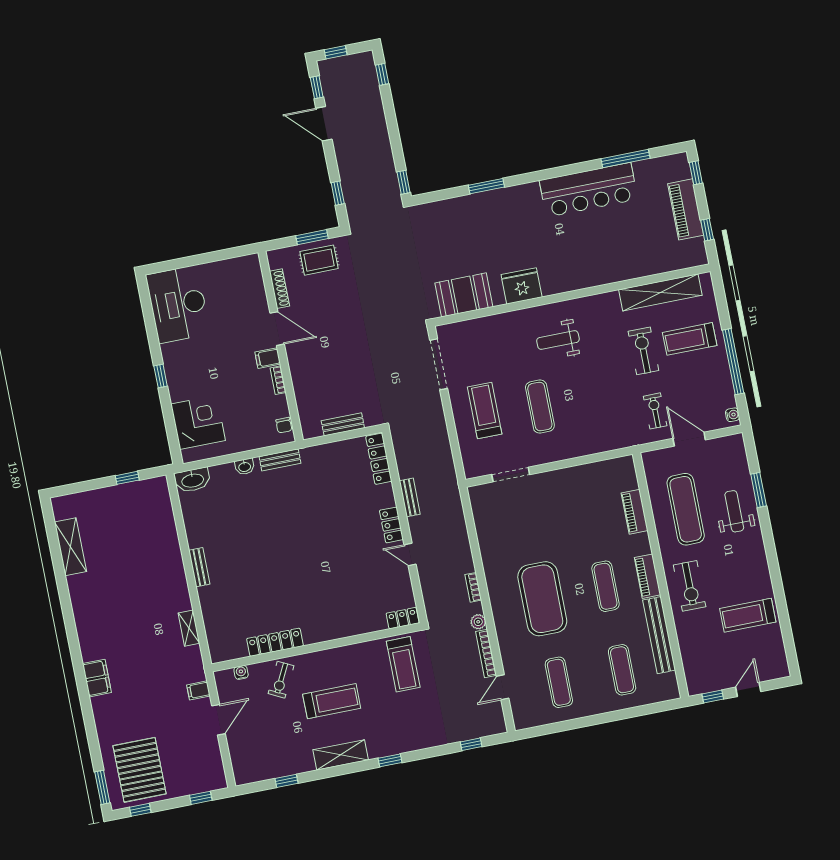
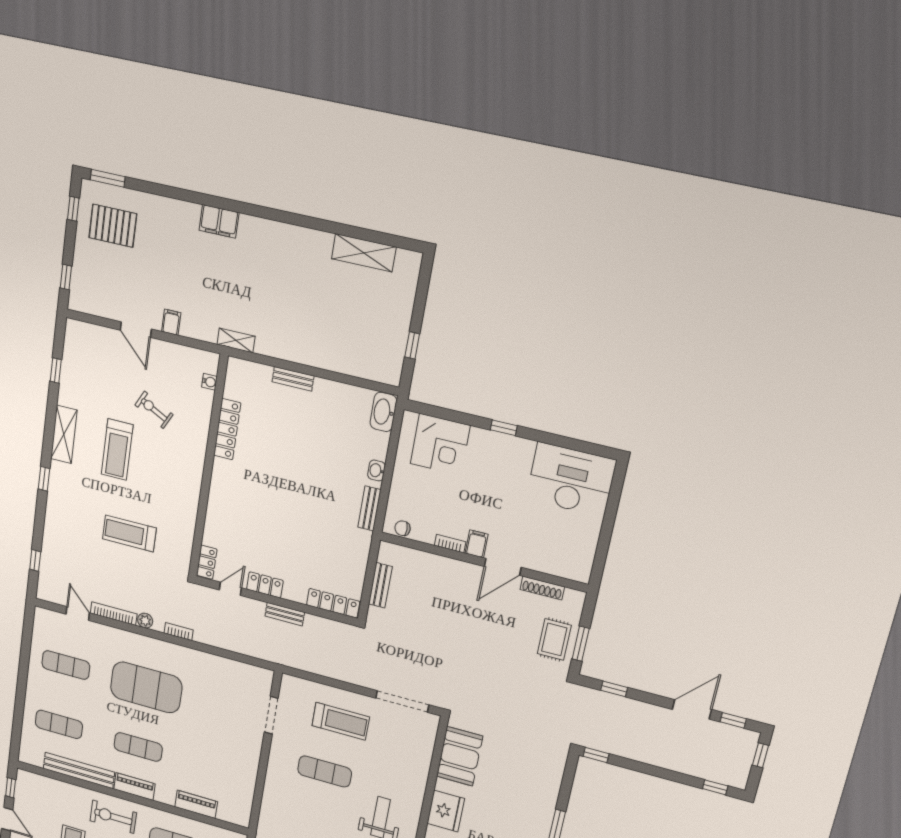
locker: (403, 618) -> (207, 562), moved
locker: (275, 642) -> (227, 429), moved
wall: (316, 647) -> (208, 467), moved
water cooler: (241, 672) -> (209, 382), moved
pallet: (140, 770) -> (113, 226), width x0.73, depth x0.71

